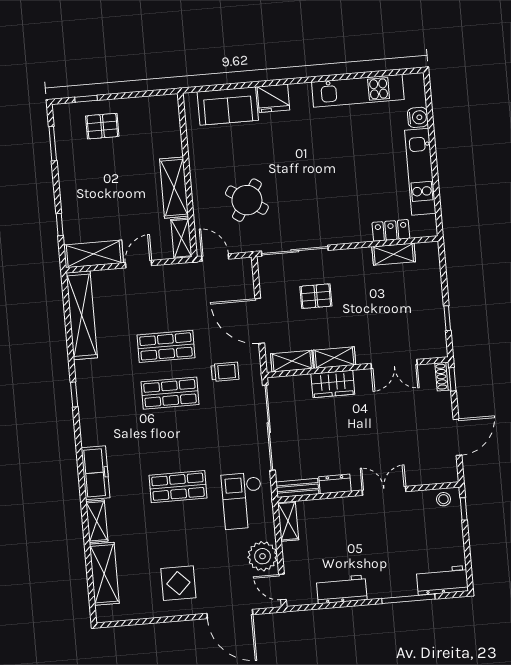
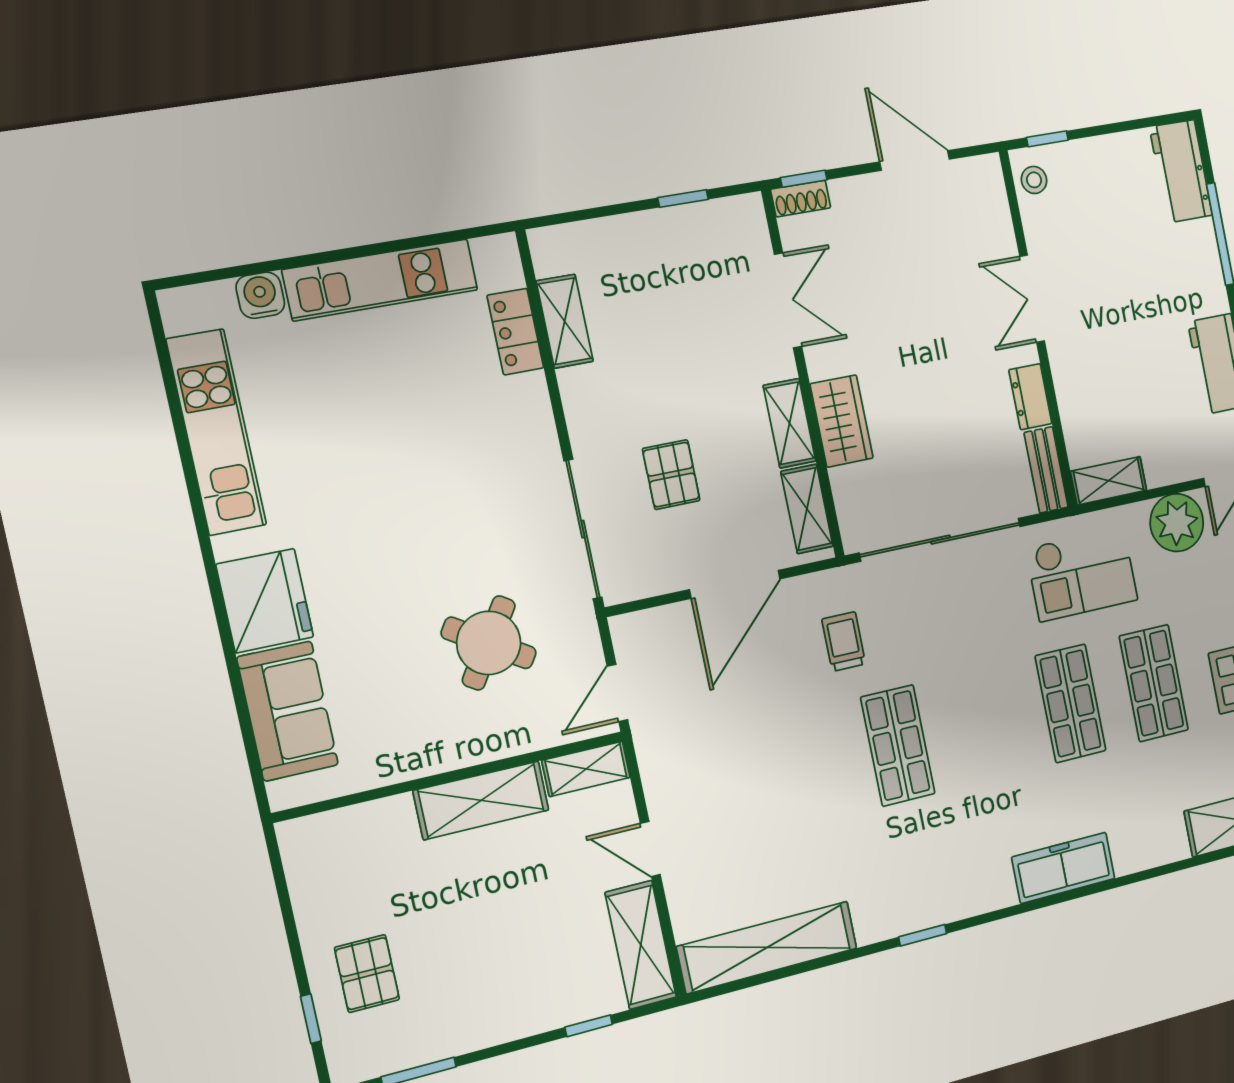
fridge: (273, 98) -> (265, 601), width x1.36, depth x1.34
shop shelf: (166, 346) -> (1154, 683), moved
shelving: (97, 521) -> (1151, 850), removed

